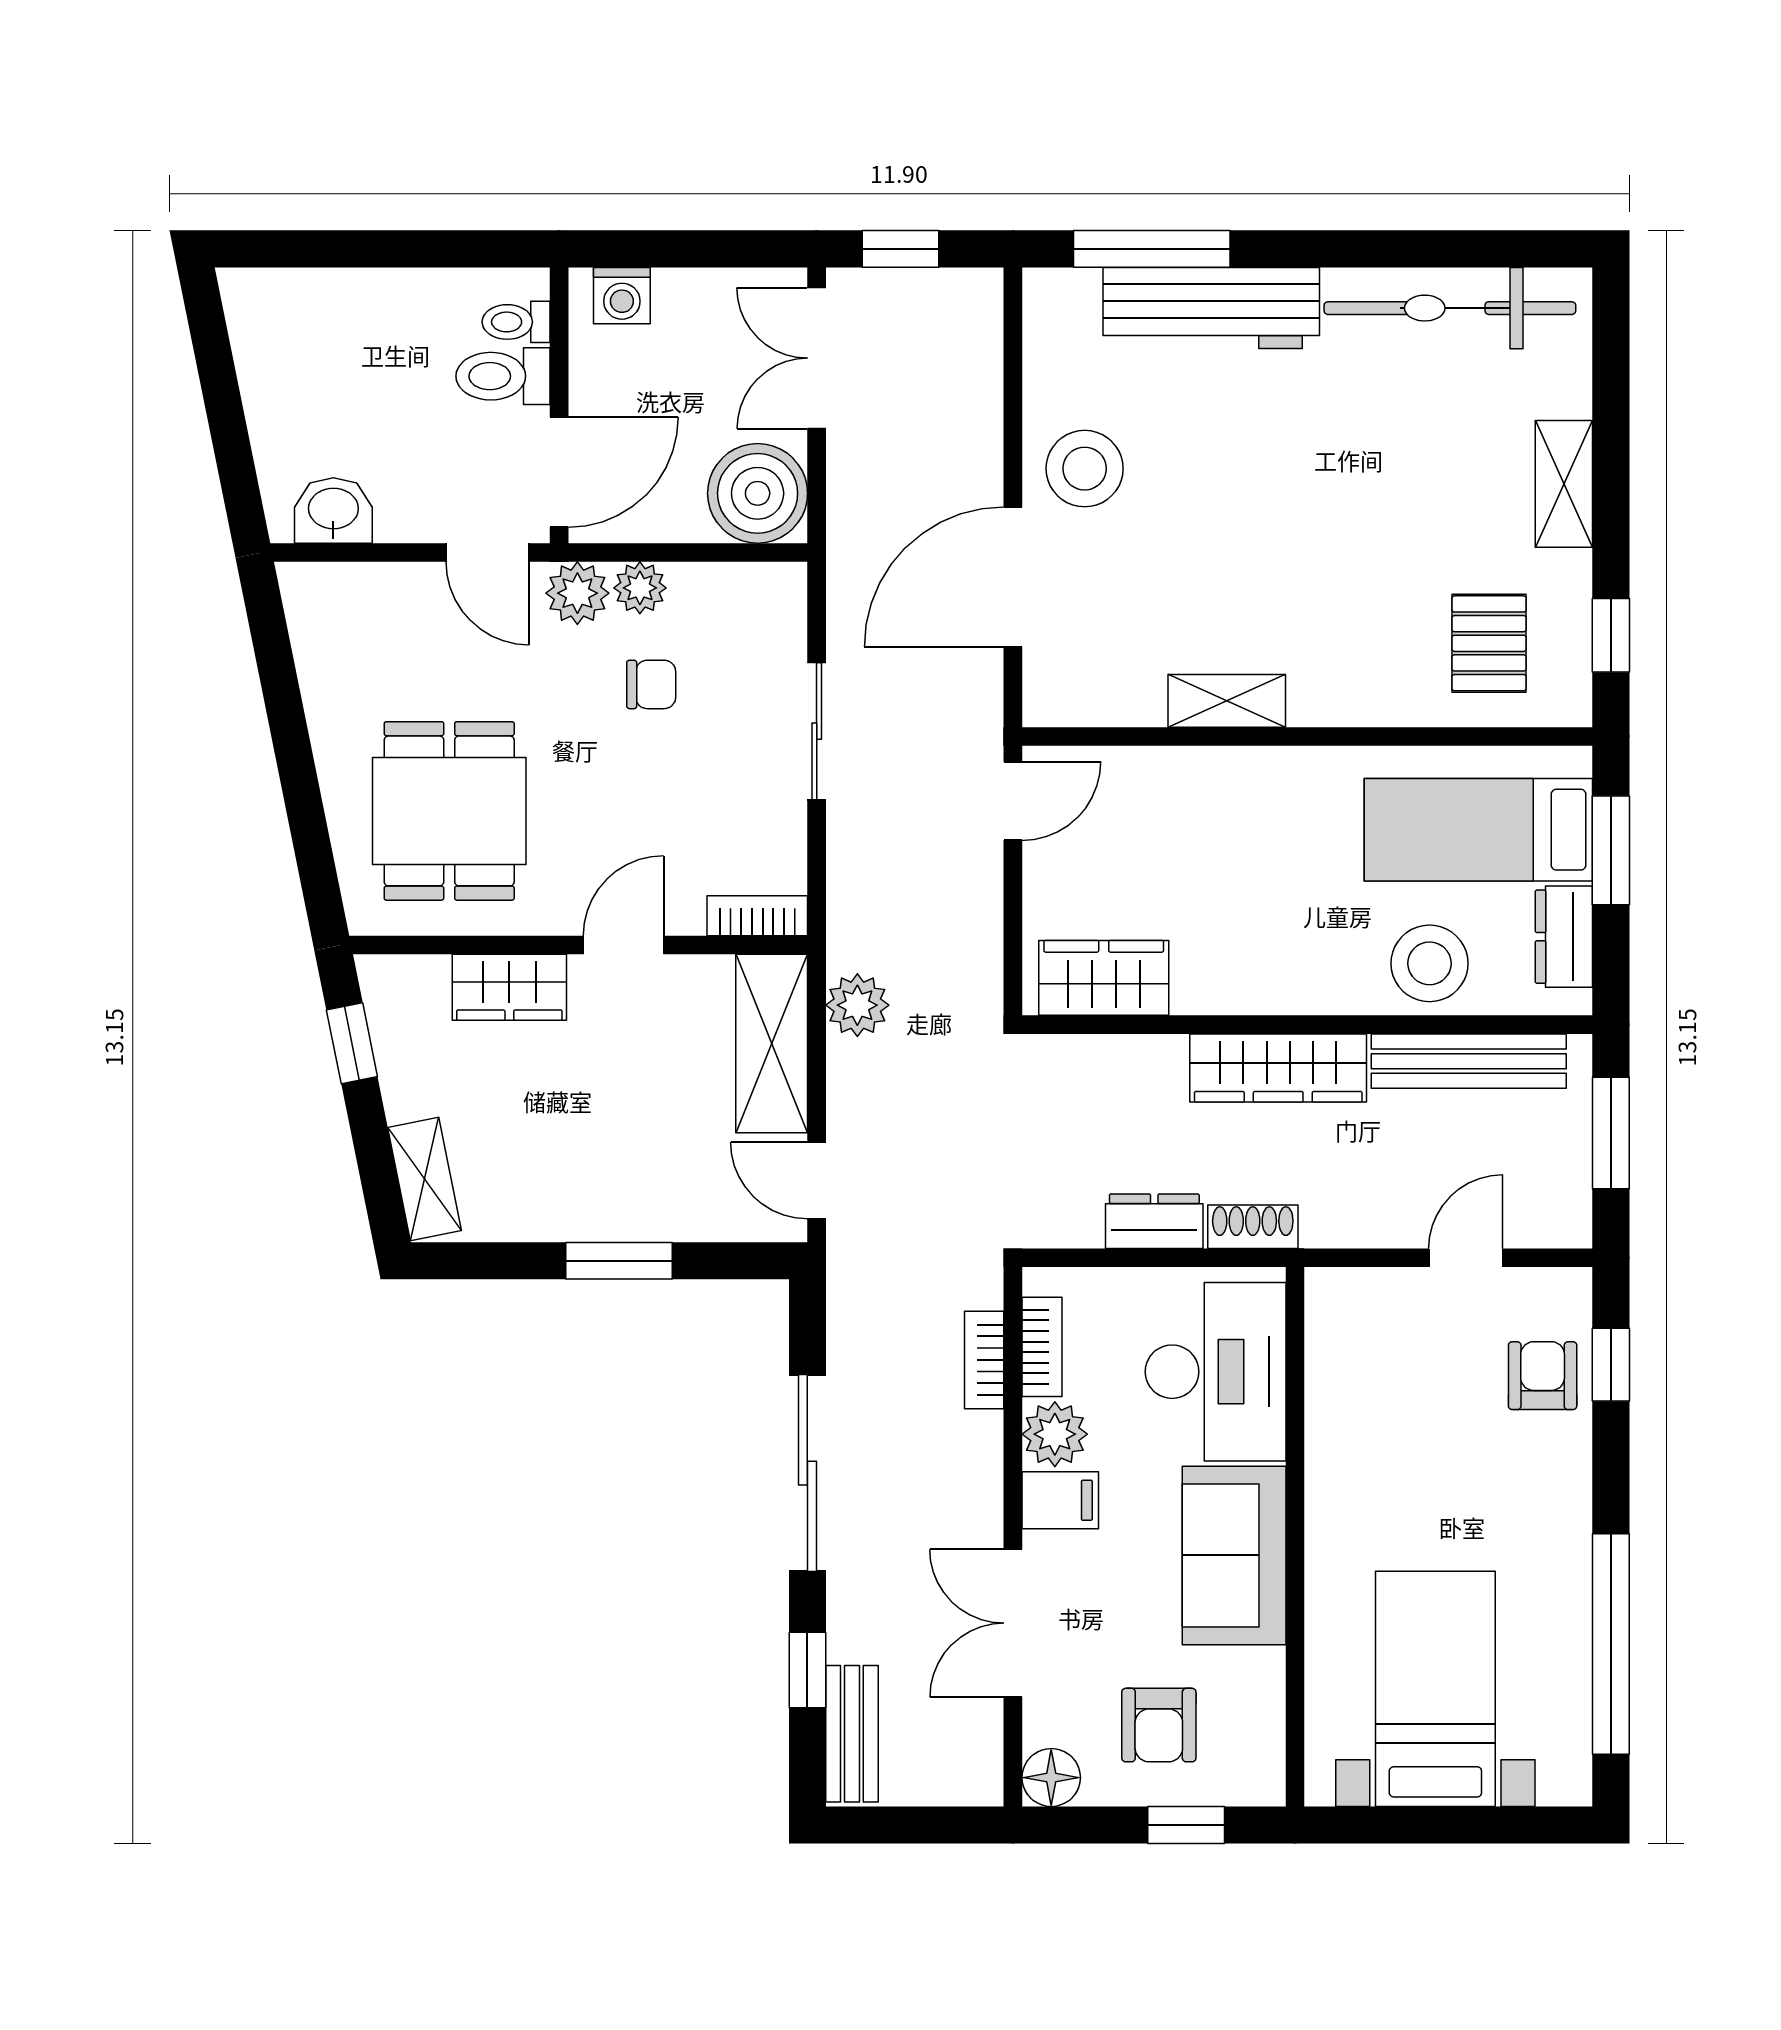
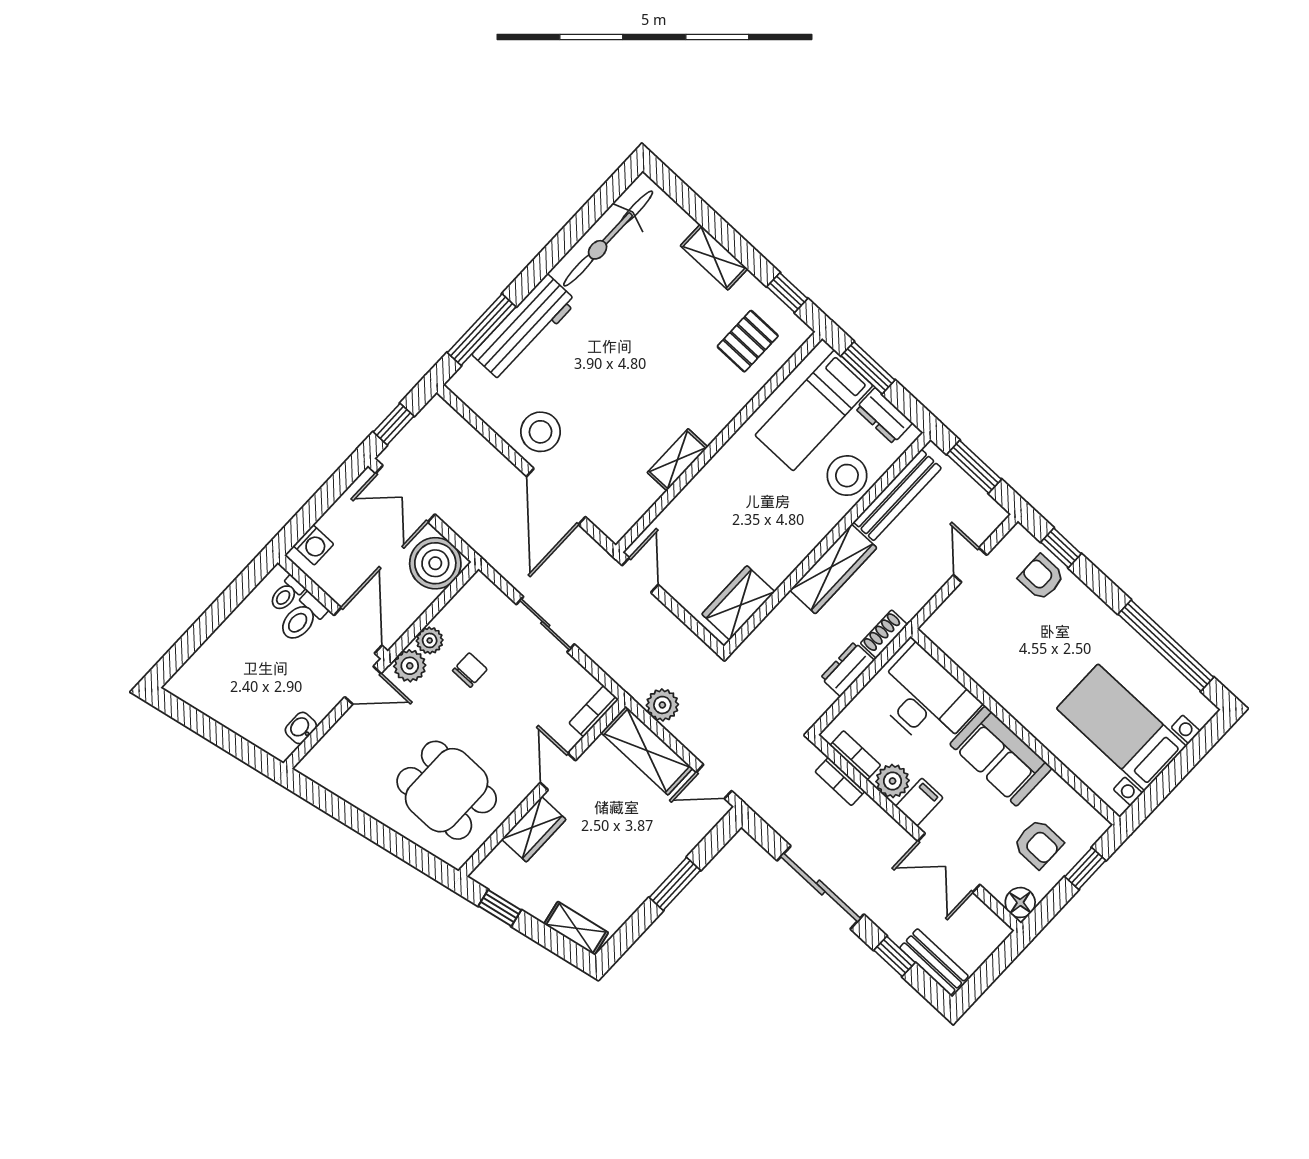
washbasin: (333, 510) -> (301, 728), width x0.72, depth x0.69
pallet: (1489, 643) -> (748, 341), turned 90

